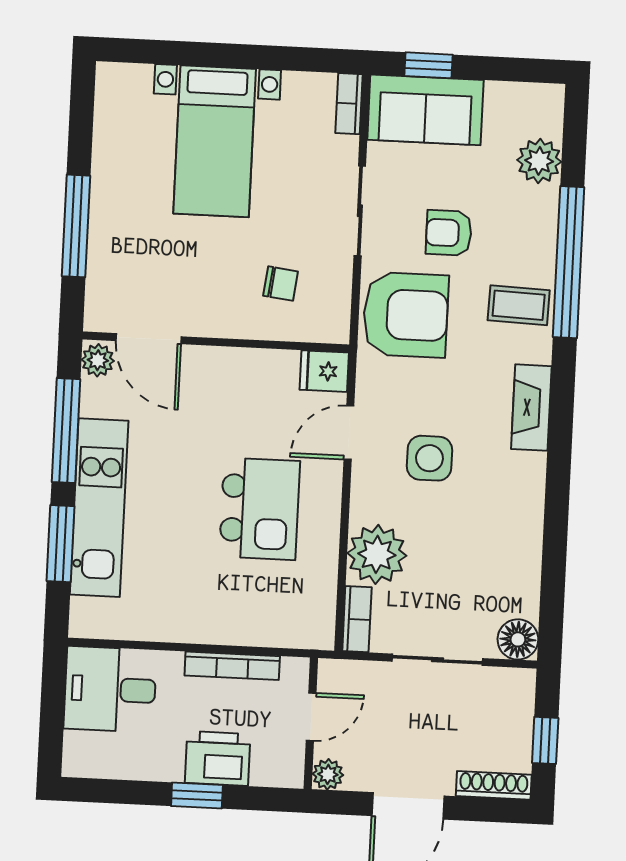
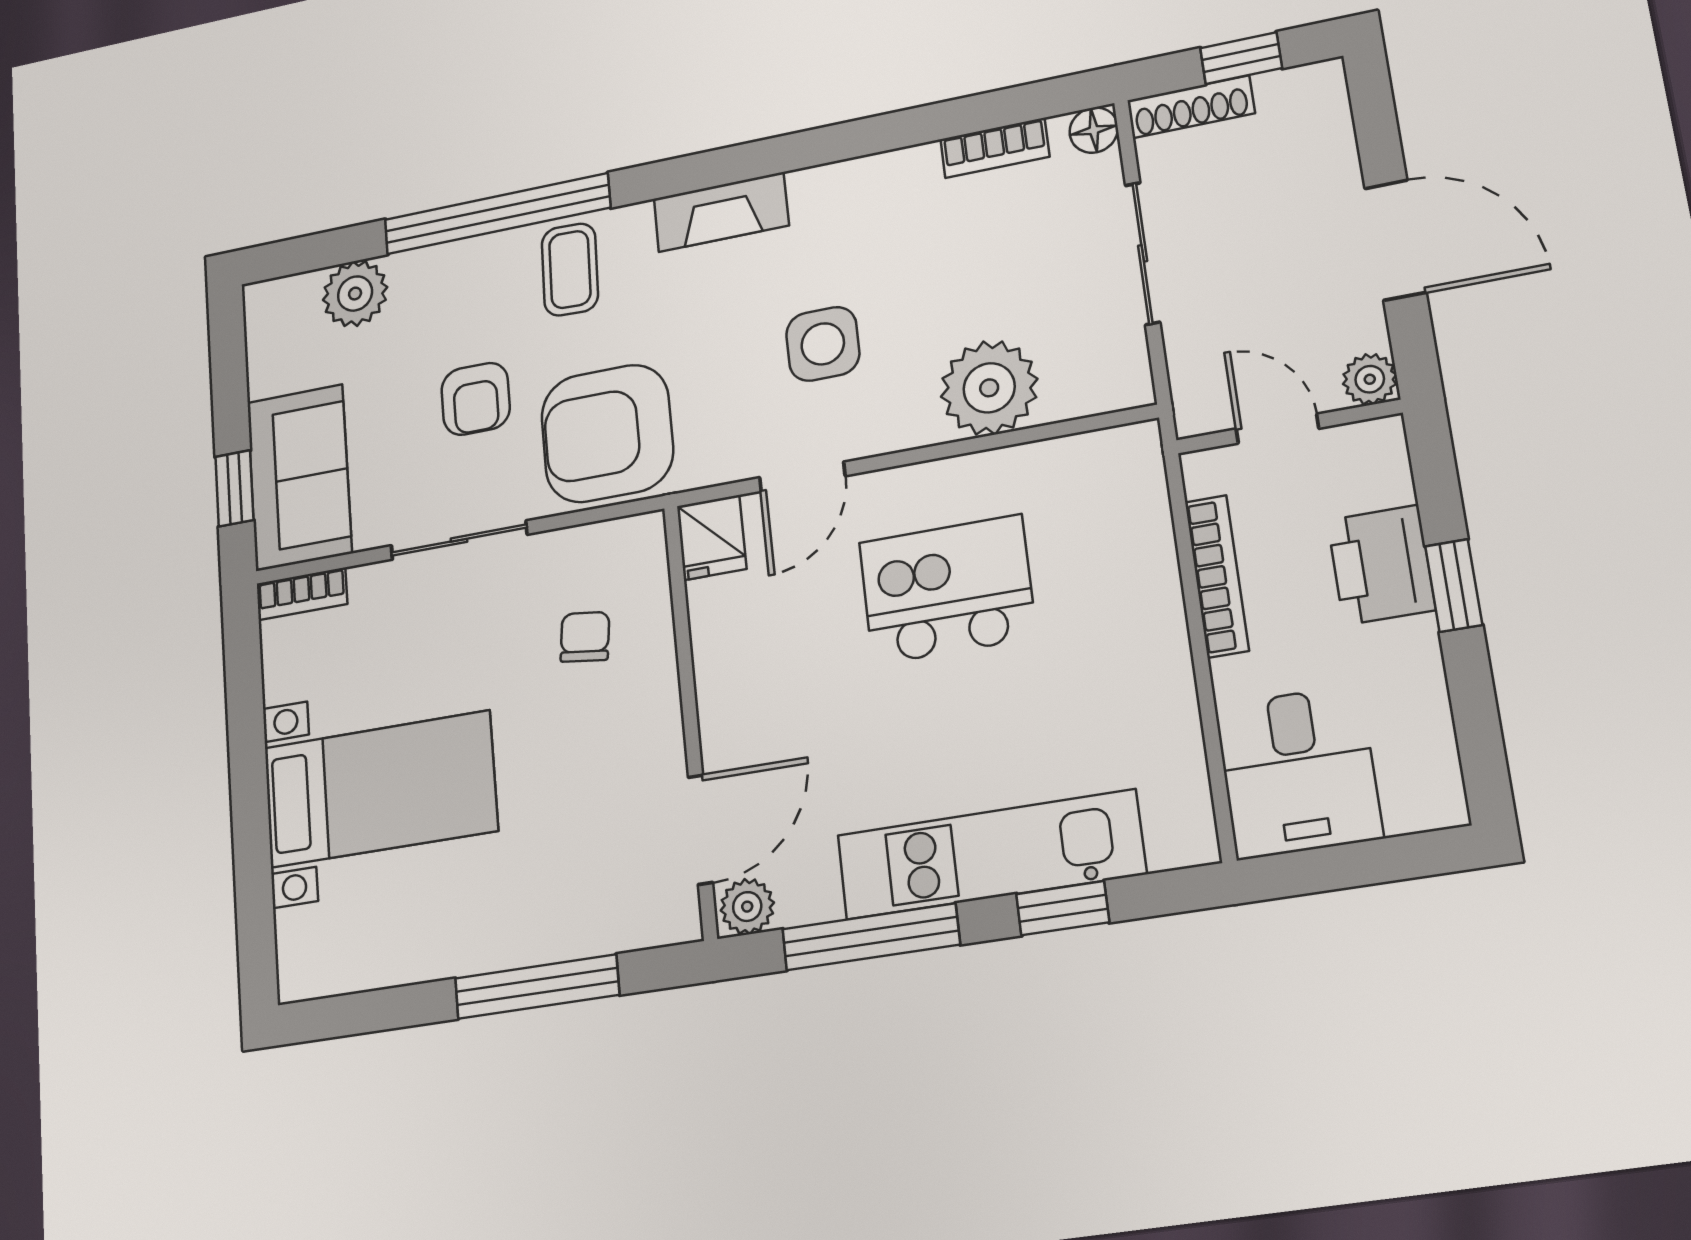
armchair: (406, 315) -> (607, 433), turned -90
door: (349, 433) -> (802, 477), hinge flipped
window: (60, 544) -> (1063, 908), width x0.67
bookcase: (357, 619) -> (995, 148), moved, turned 180
floor lamp: (518, 639) -> (1094, 130), width x0.73, depth x0.73
shoe rack: (494, 785) -> (1191, 107), moved, turned -90

